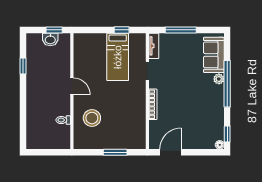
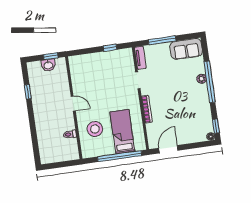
sofa: (214, 55) -> (186, 49), moved, turned -90
bed: (118, 57) -> (122, 132), moved, turned 180
window: (115, 152) -> (120, 156), width x2.11

